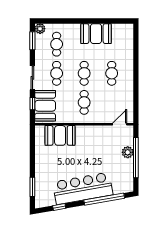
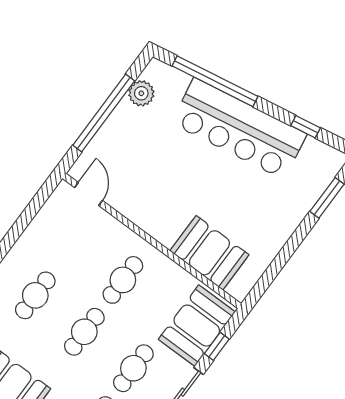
door: (120, 124) -> (89, 194), swing flipped
plant: (128, 152) -> (141, 93), moved

